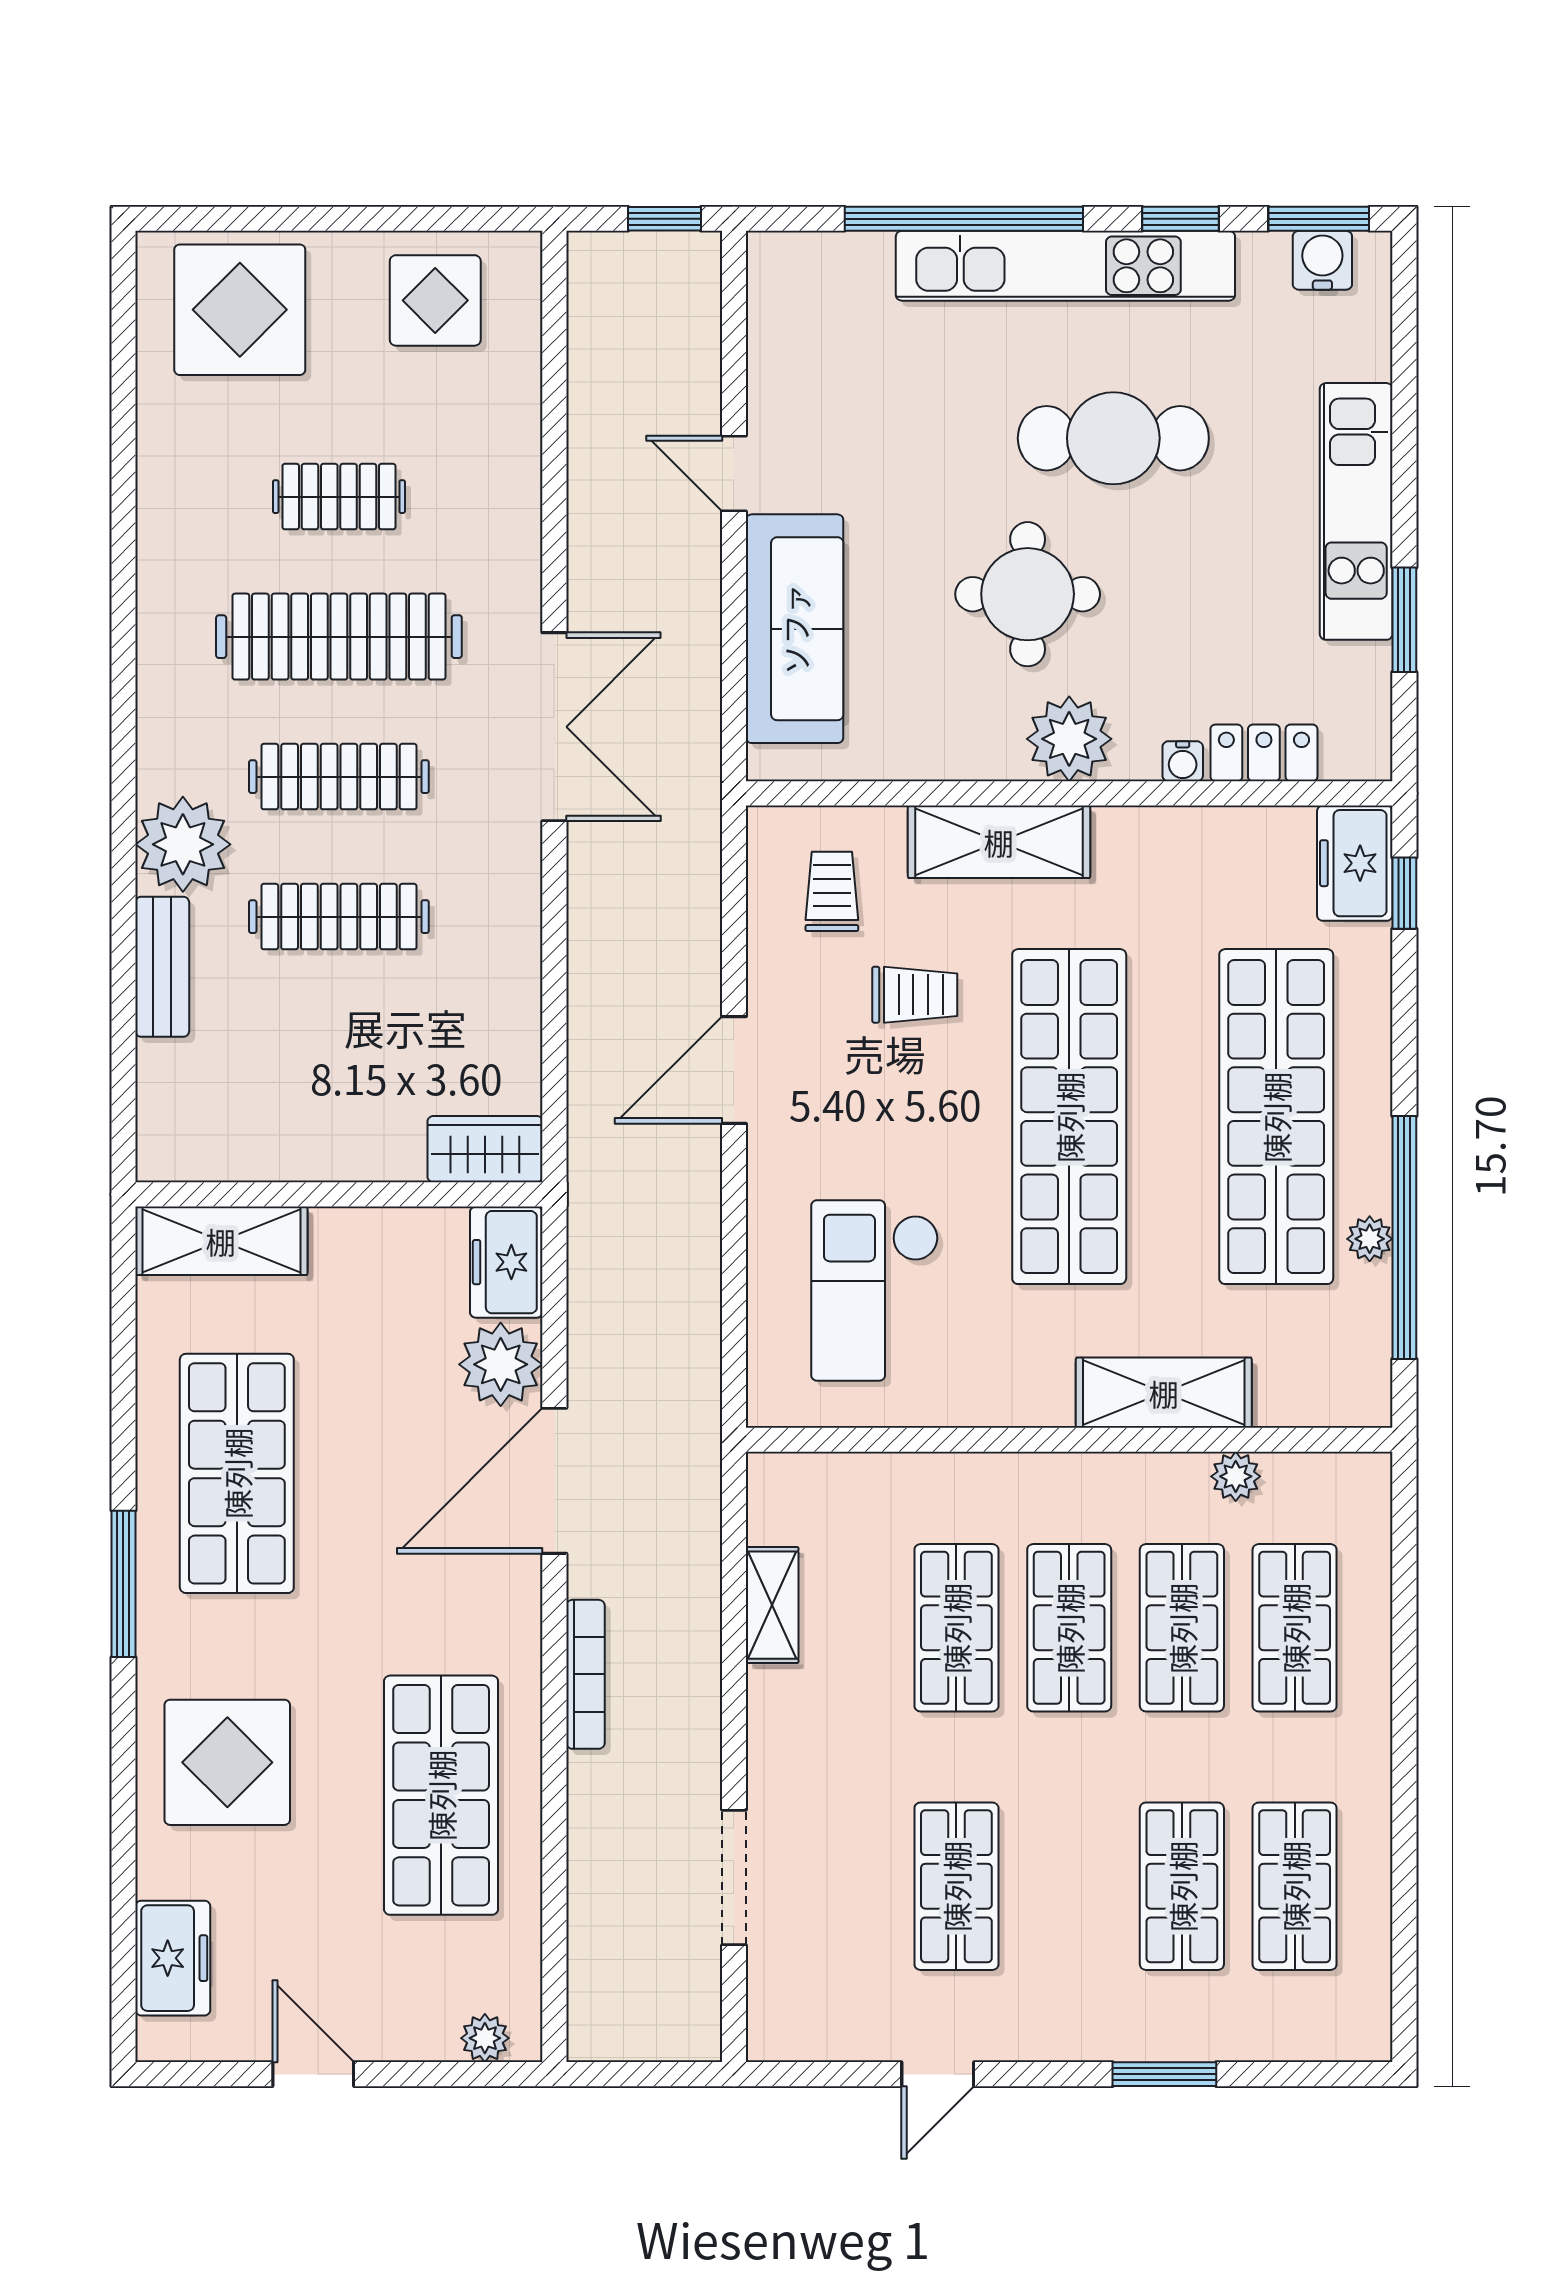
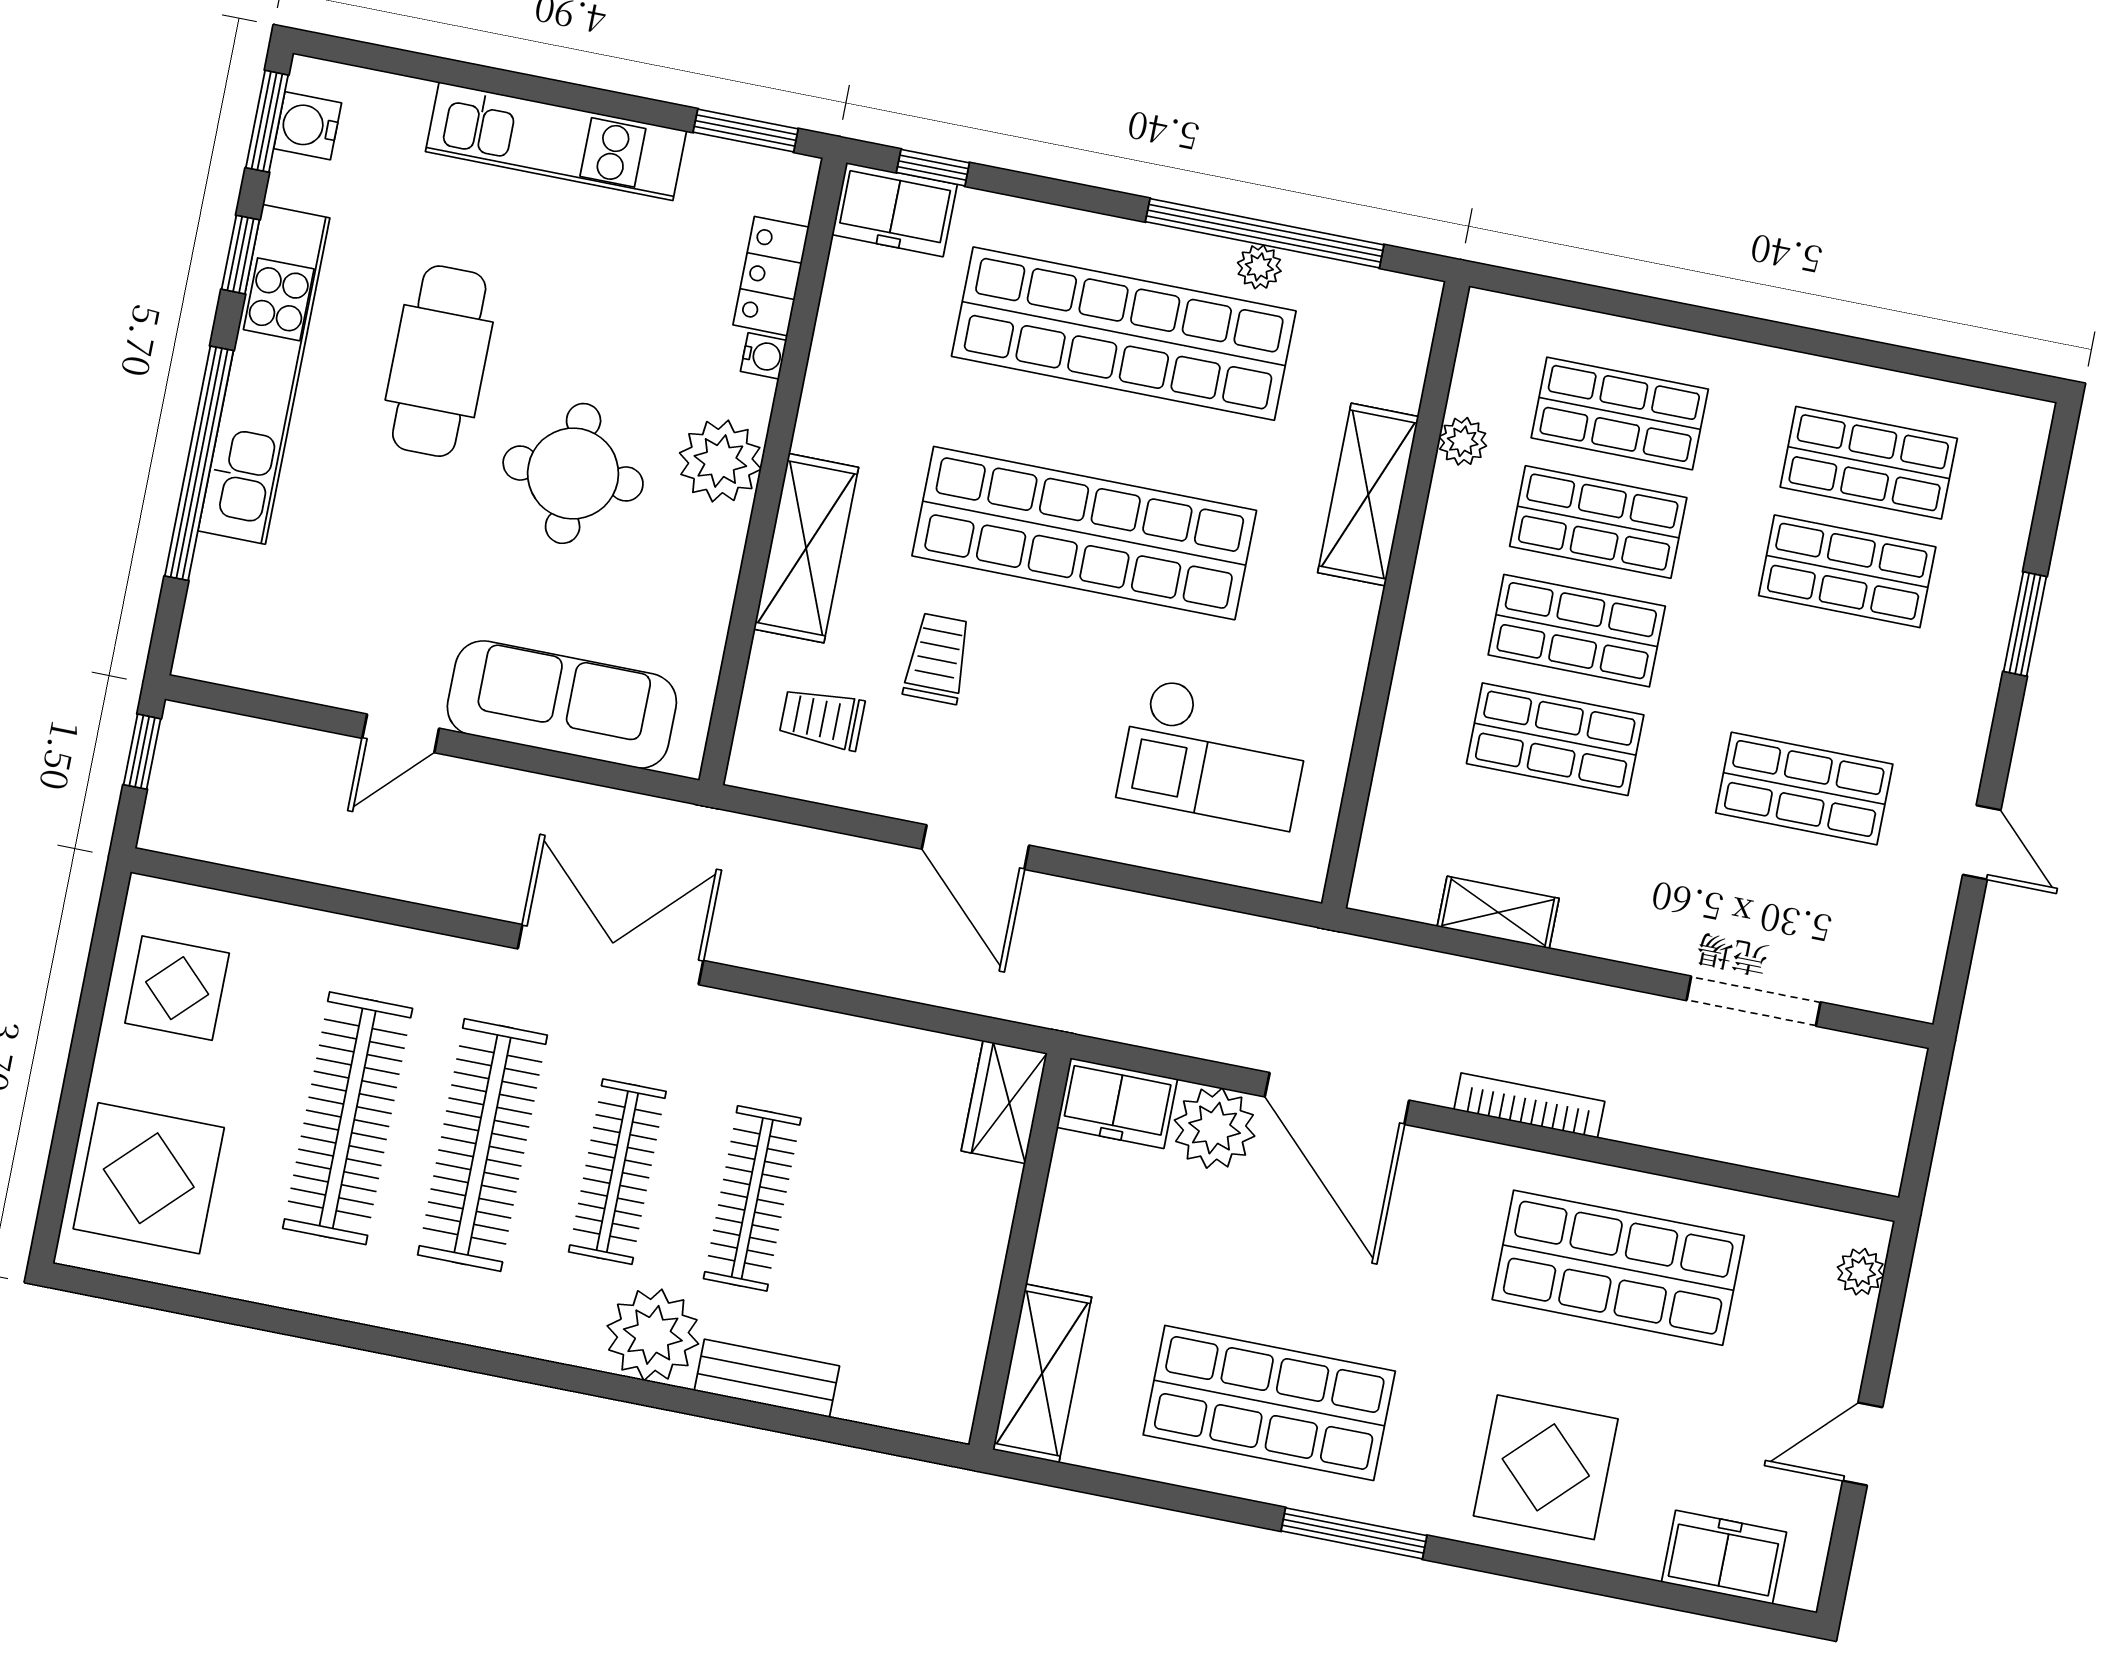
clothes rail: (339, 497) -> (348, 1118), width x1.86, depth x1.31
window: (1404, 620) -> (746, 130), moved

